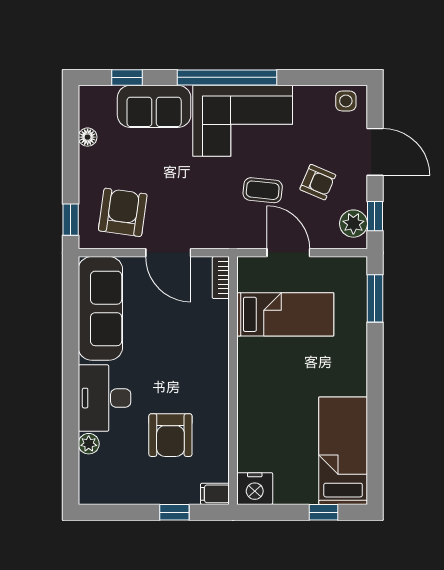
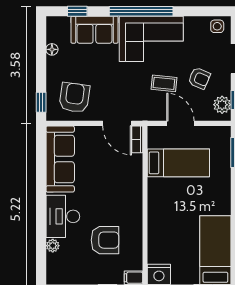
door: (168, 253) -> (117, 123), moved
armchair: (170, 435) -> (105, 240), turned -90

